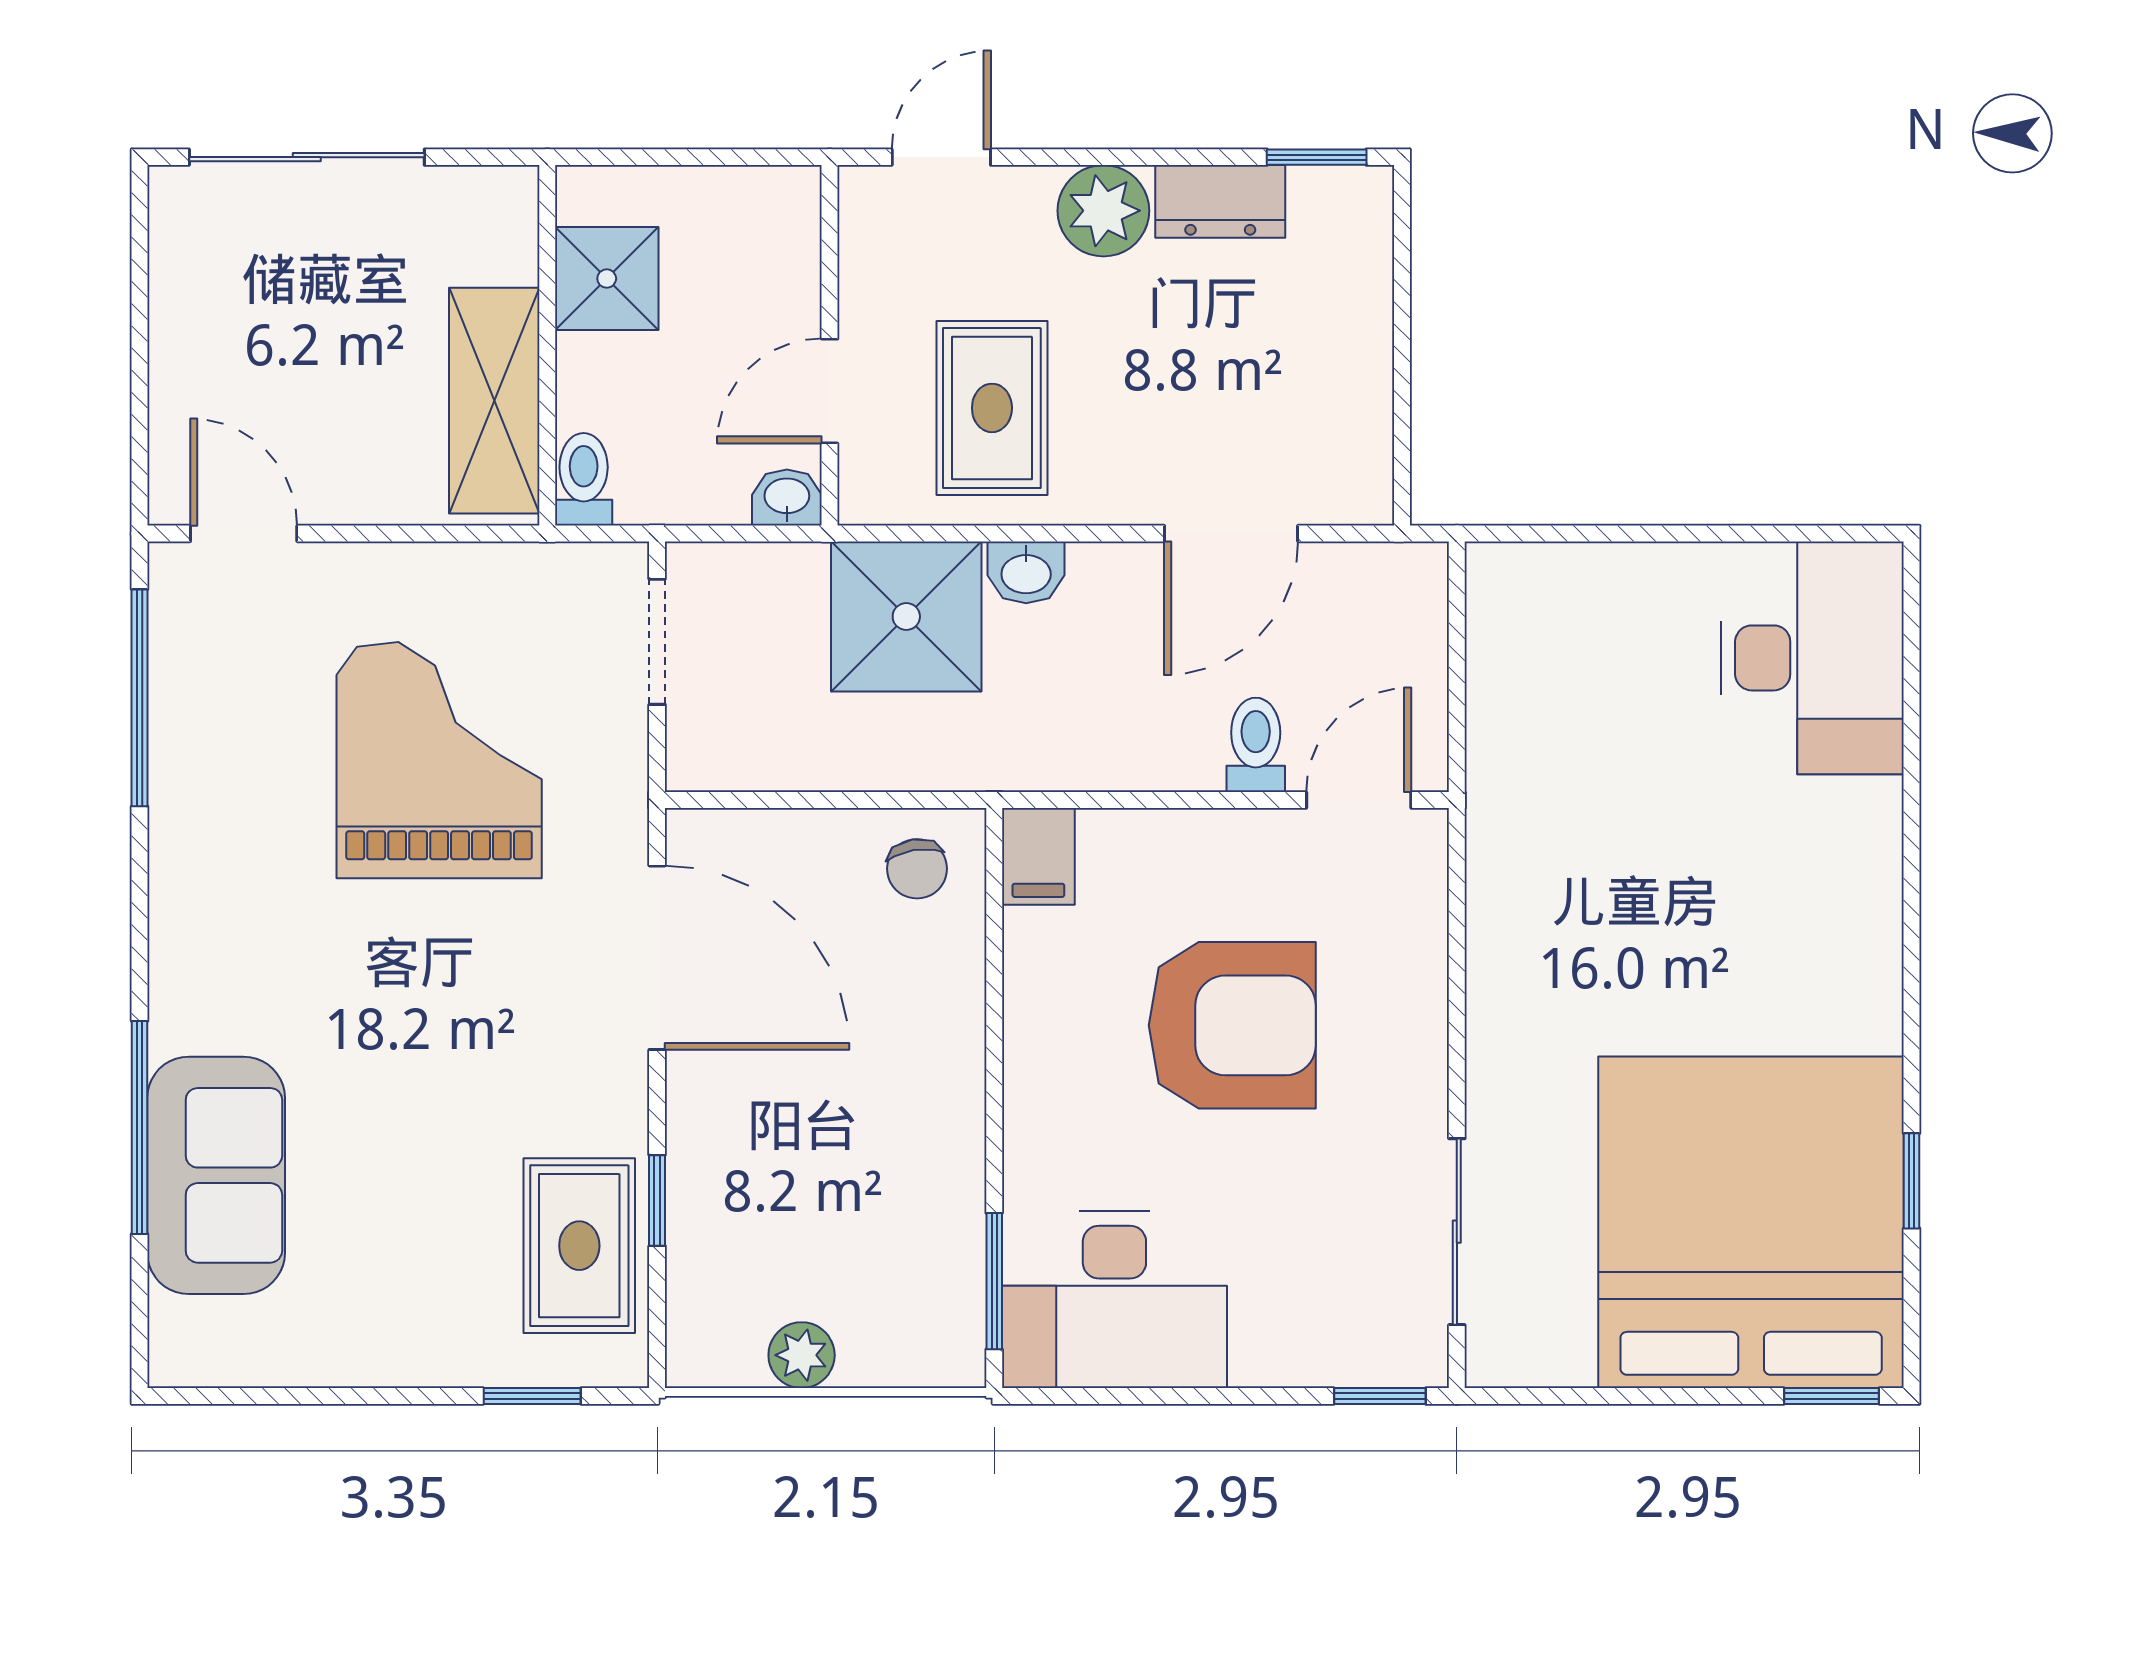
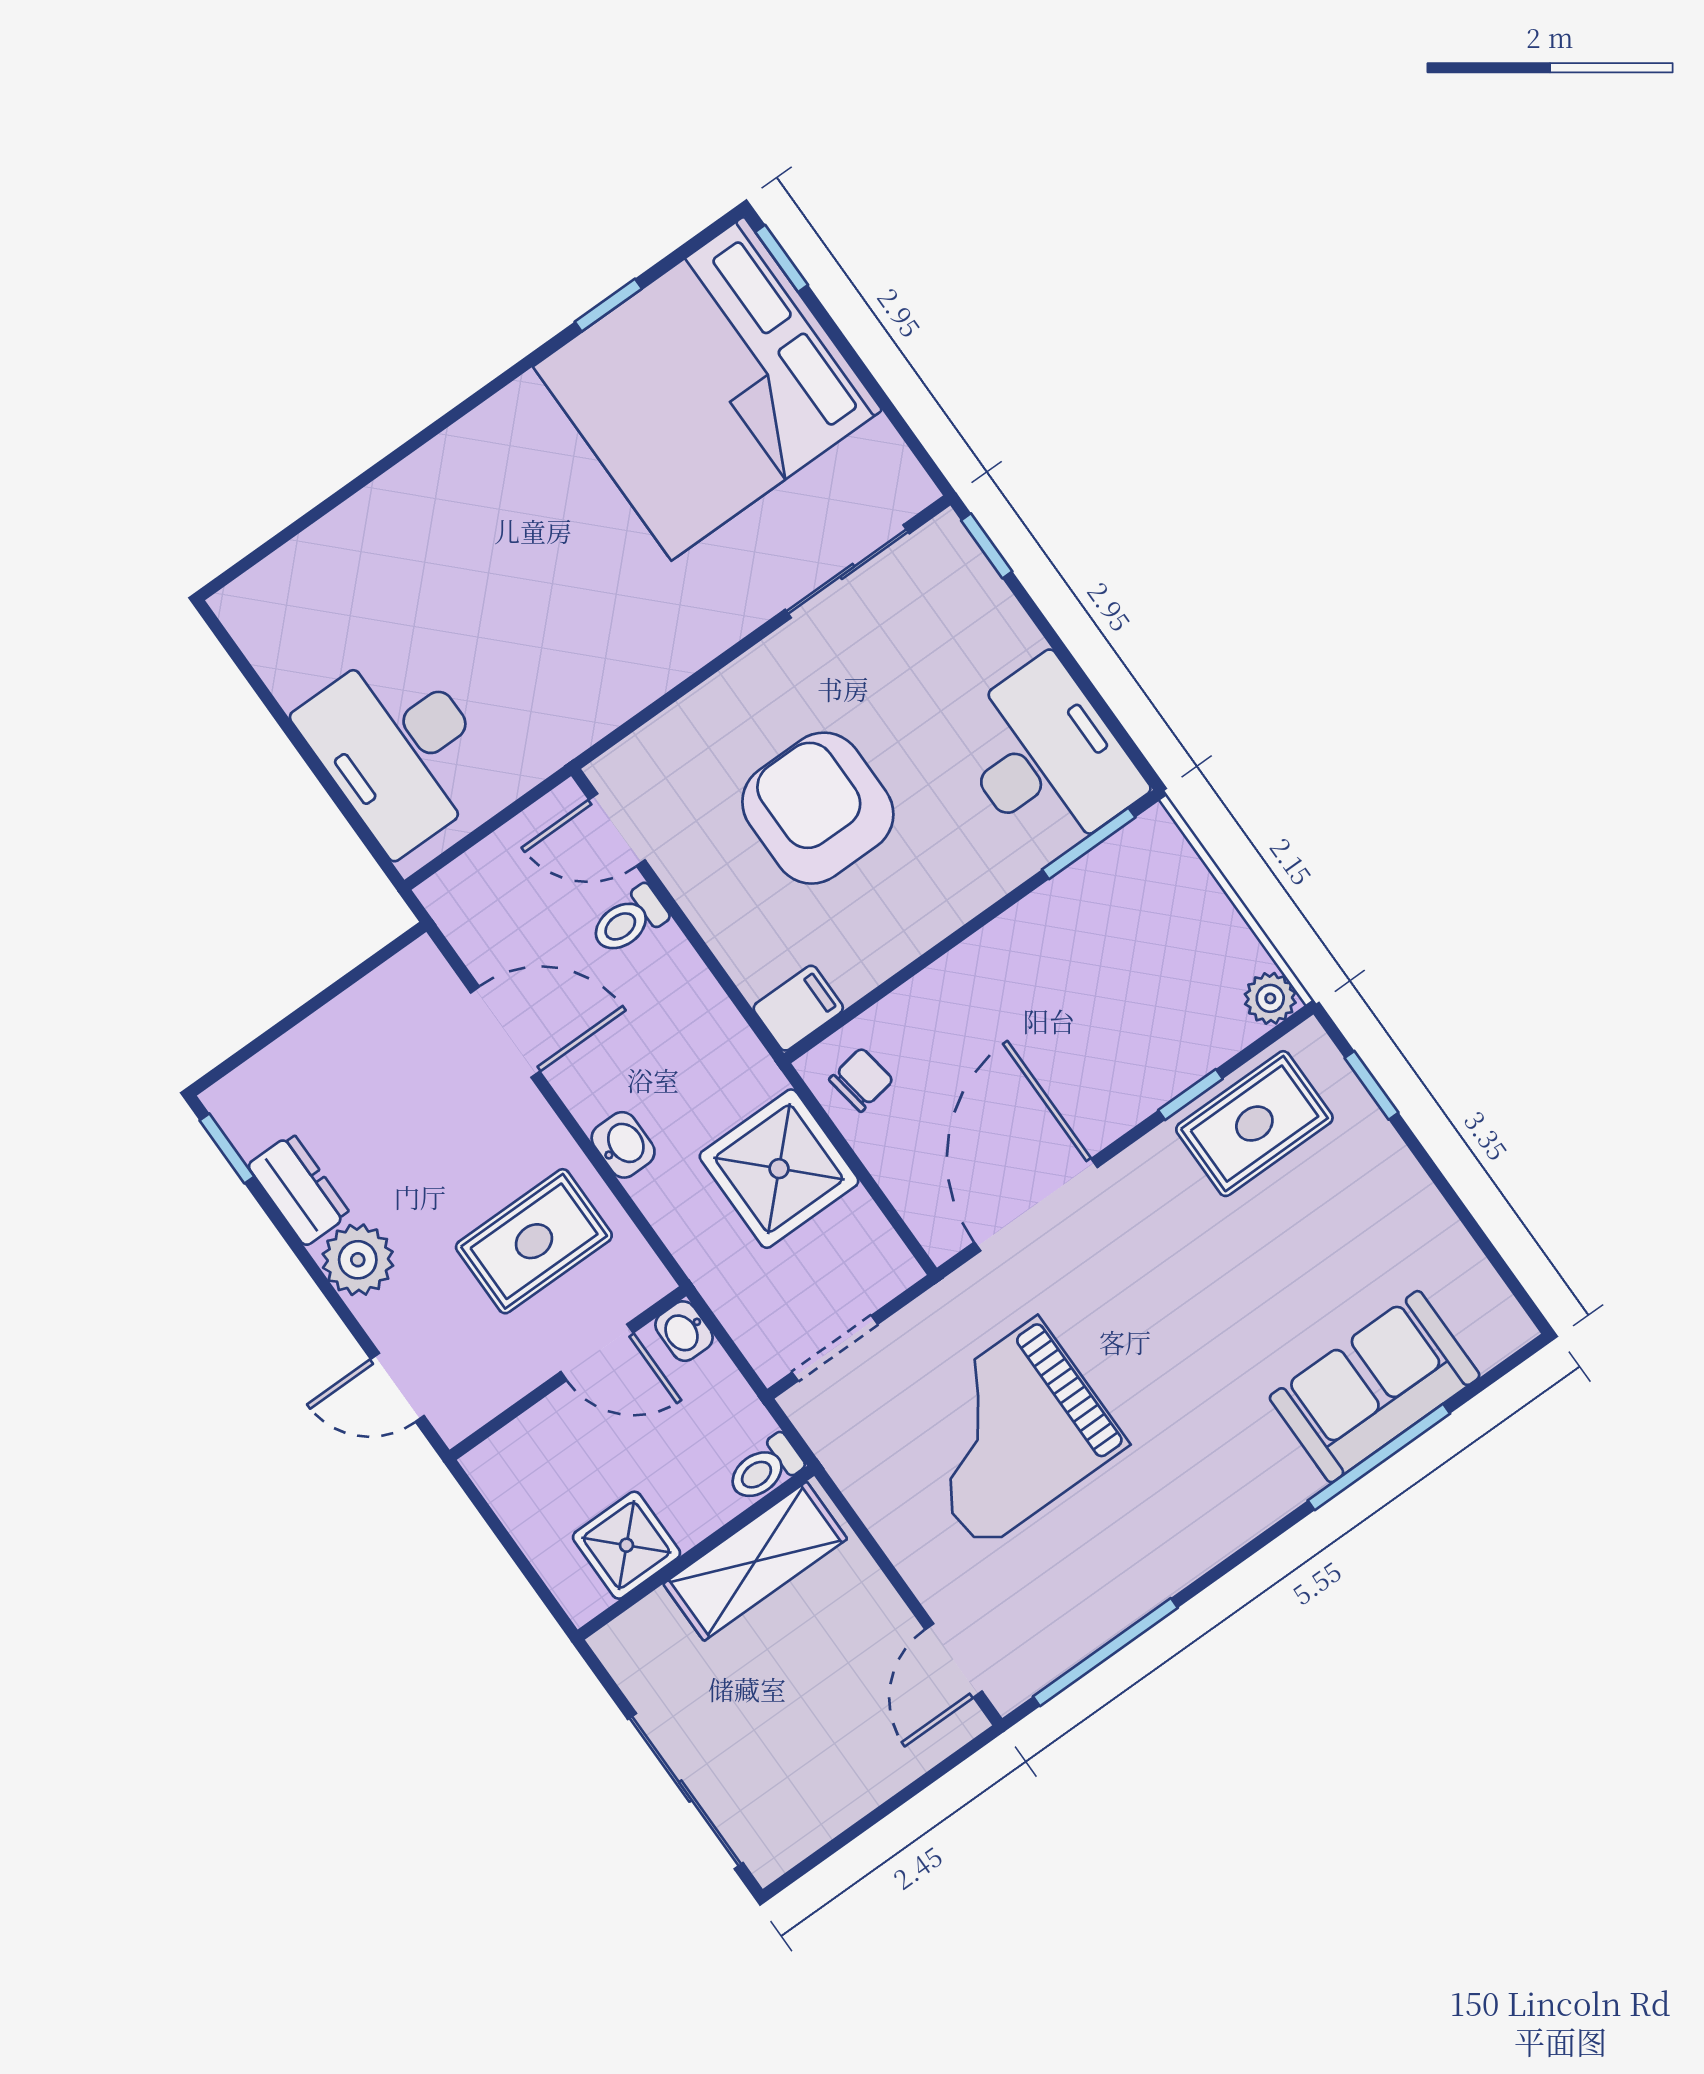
shower: (906, 616) -> (779, 1169), moved
desk: (1812, 658) -> (398, 748), moved, turned -90
plant: (802, 1355) -> (1270, 998), moved

